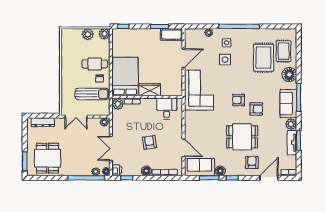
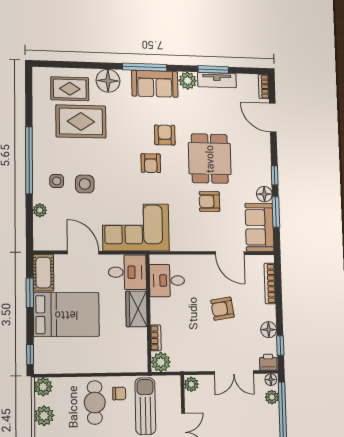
bed: (125, 77) -> (66, 315), moved, turned 180
desk: (172, 85) -> (127, 272), added
door: (183, 148) -> (230, 253), swing flipped
armchair: (252, 162) -> (209, 201), moved
floor lamp: (146, 171) -> (269, 330), moved

